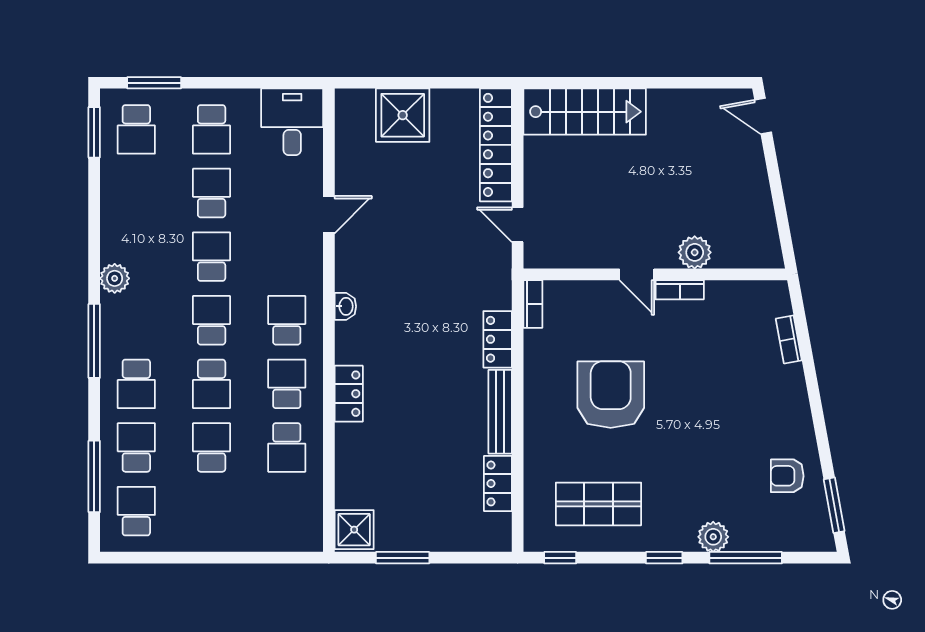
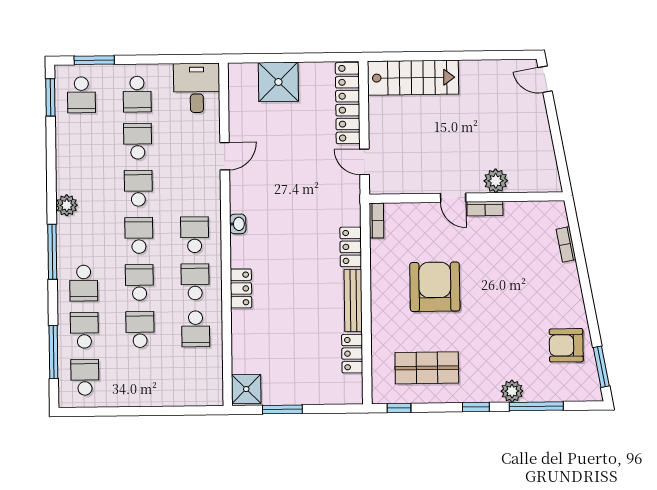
school desk: (212, 384) -> (139, 282), turned 180
armchair: (787, 476) -> (566, 345), width x1.38, depth x1.38

